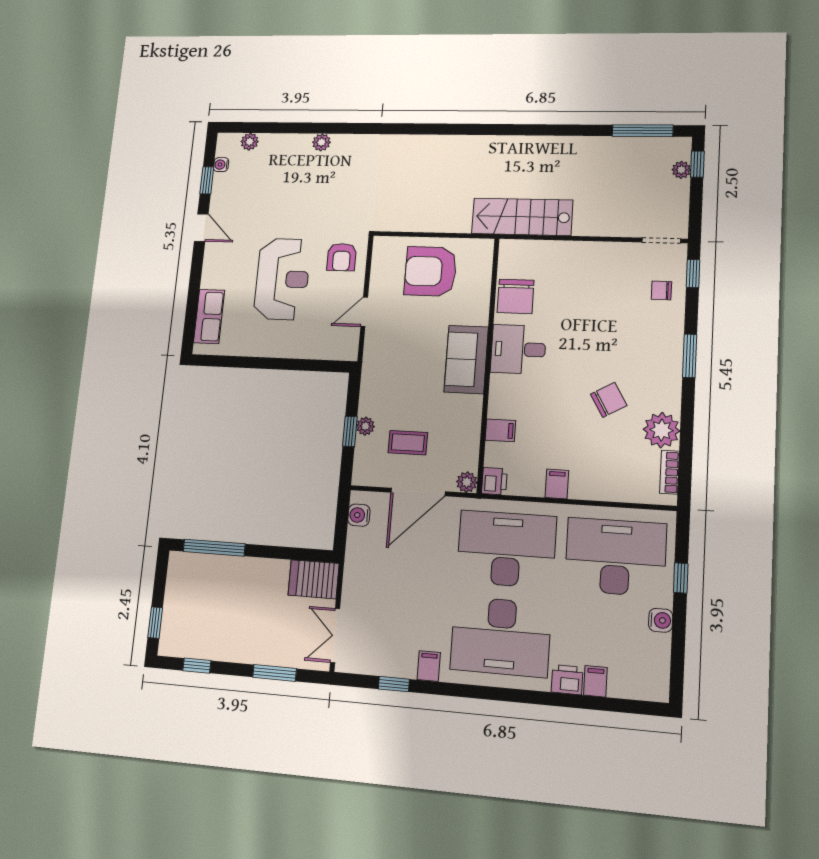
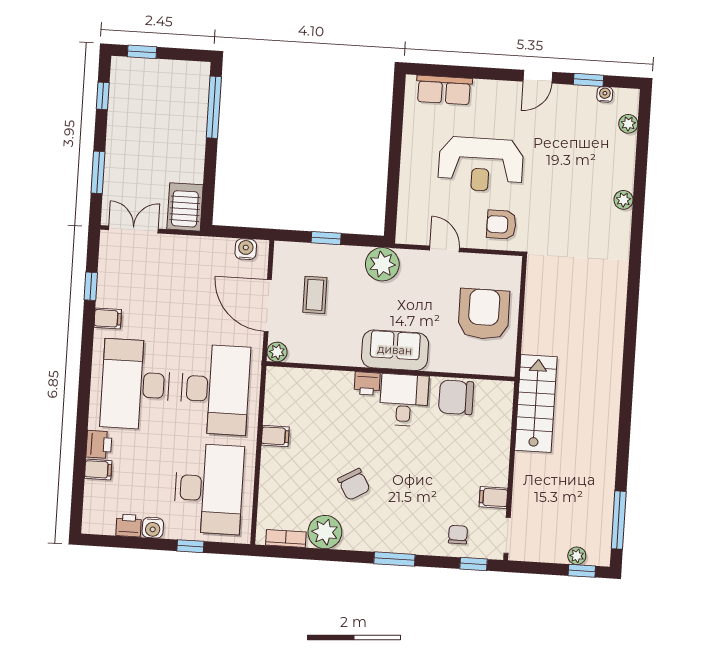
plant: (365, 426) -> (382, 264), moved, width x1.88, depth x1.88
filing cabinet: (500, 430) -> (493, 497), moved, turned 90
printer: (494, 481) -> (367, 383), moved
printer: (659, 648) -> (129, 525), added

